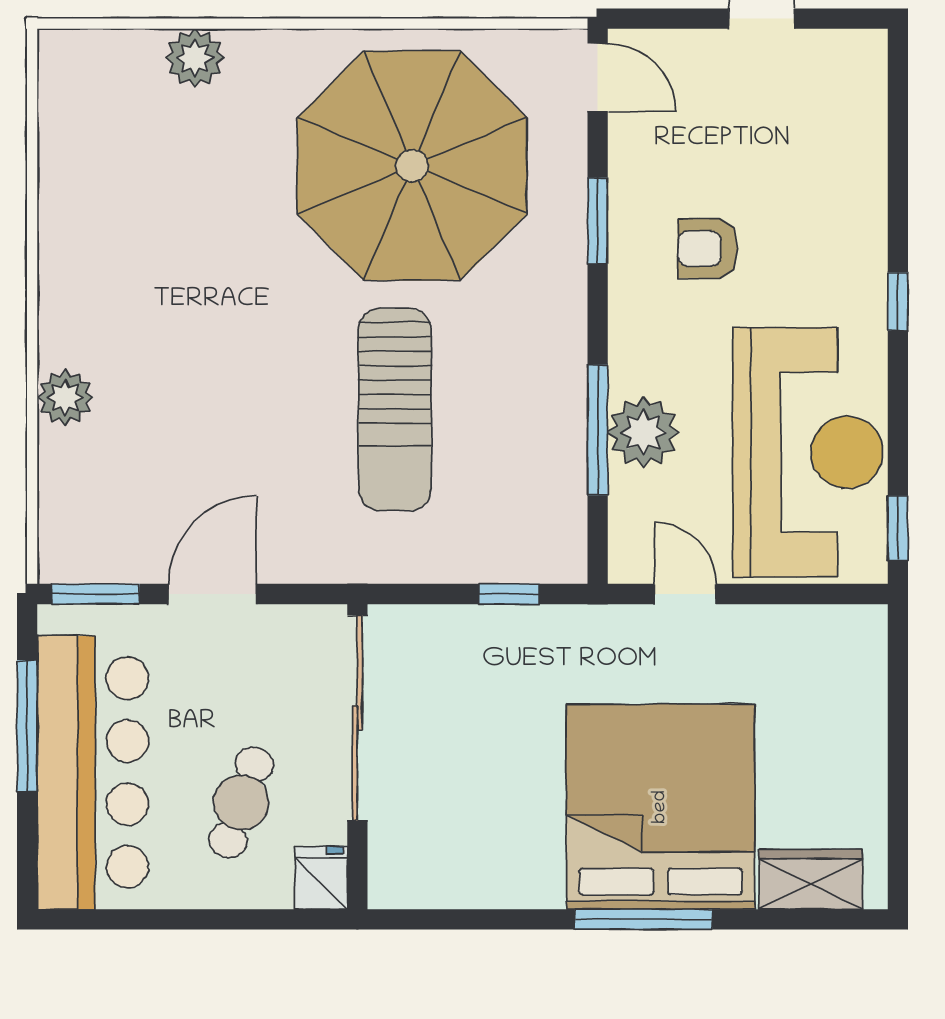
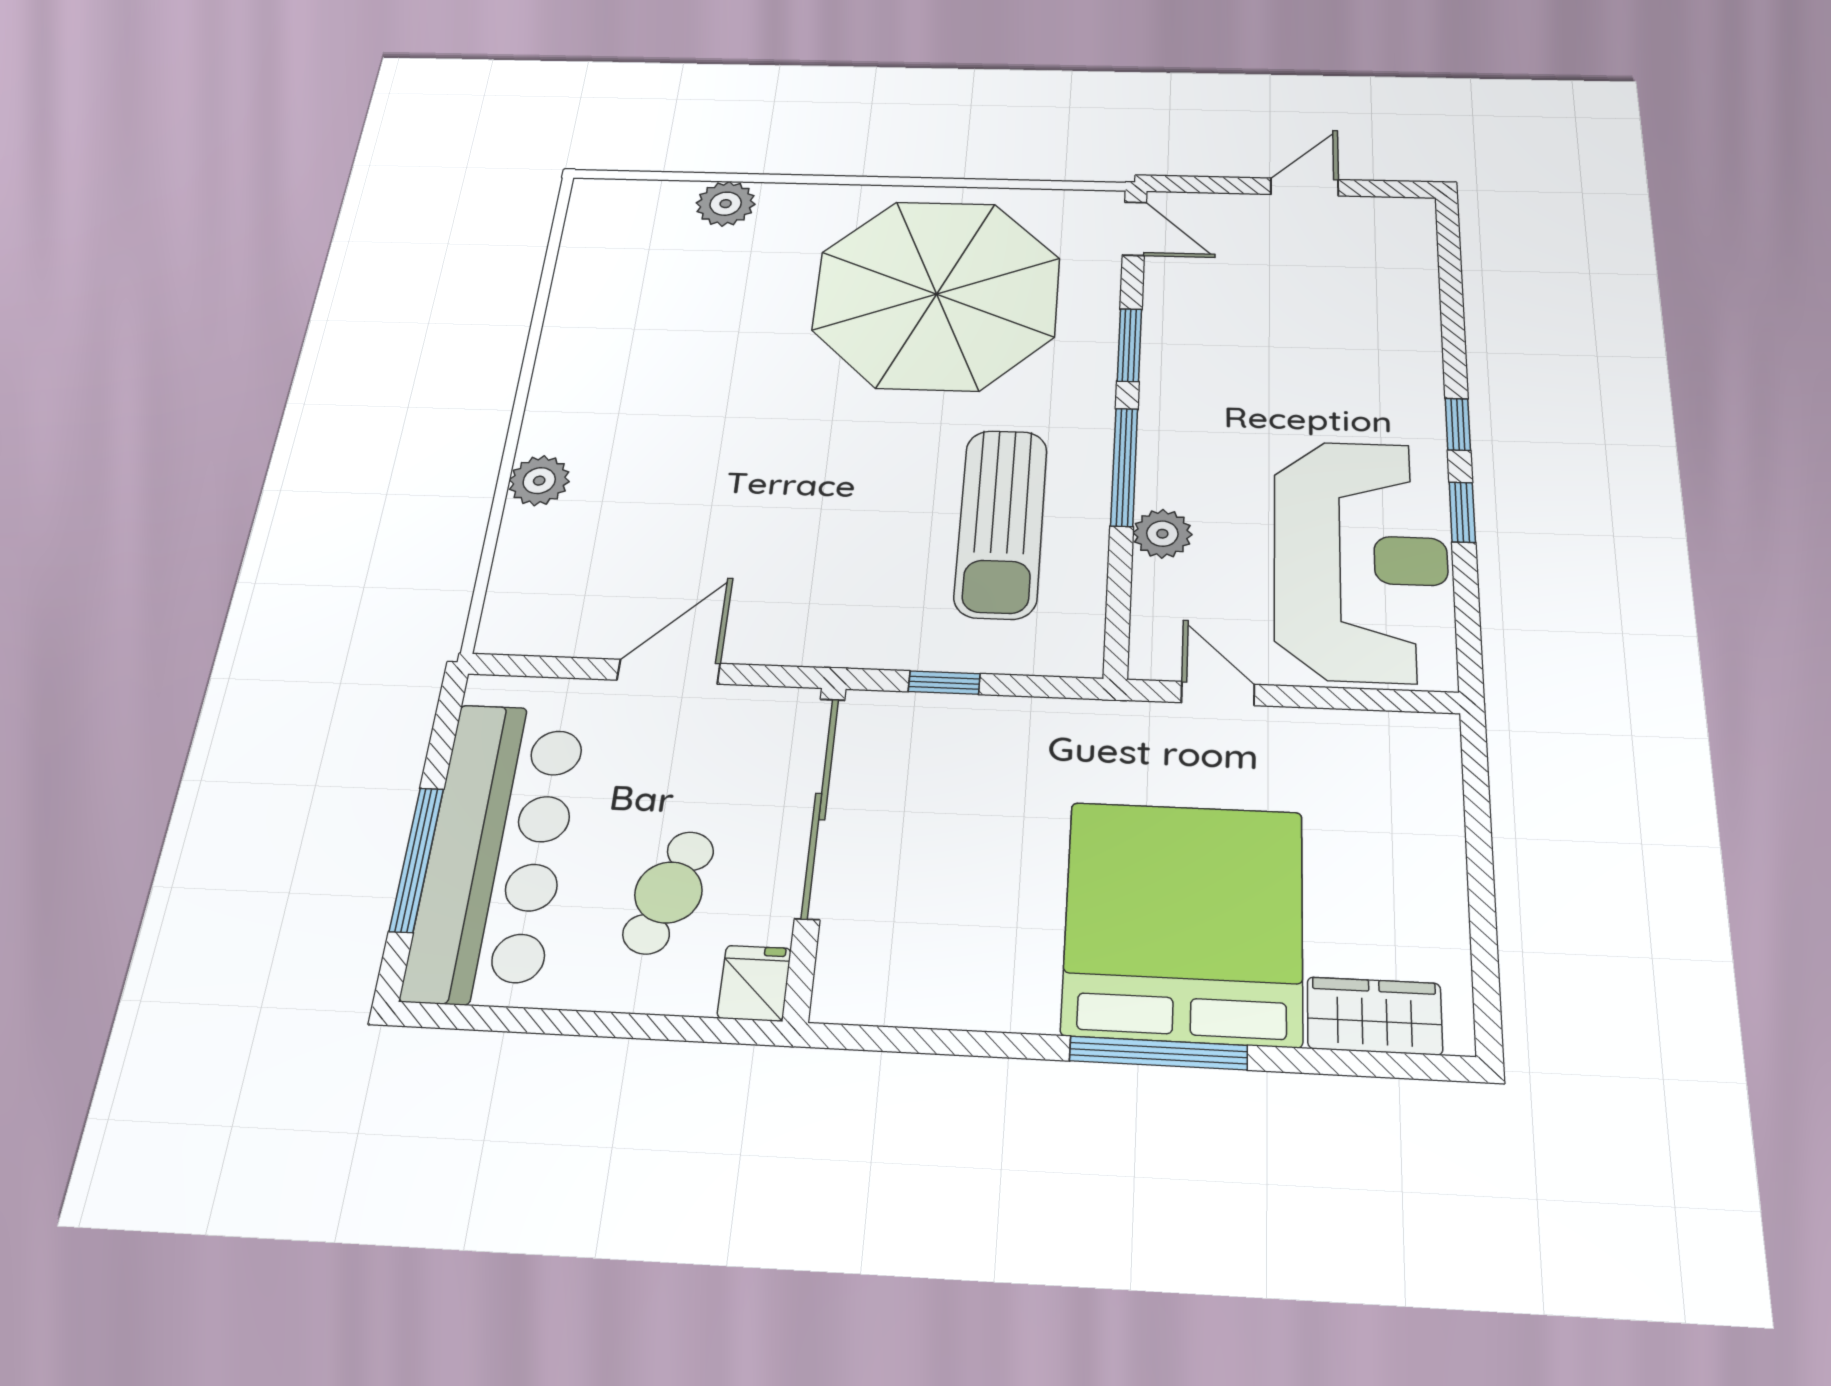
armchair: (708, 249) -> (1248, 372), removed
sun lounger: (395, 409) -> (1001, 523), moved
window: (598, 430) -> (1124, 467), moved
plant: (643, 432) -> (1162, 534), width x0.73, depth x0.73
window: (898, 528) -> (1462, 512), moved
window: (96, 594) -> (536, 666), removed
window: (509, 594) -> (944, 683), moved
window: (27, 726) -> (417, 859), moved

